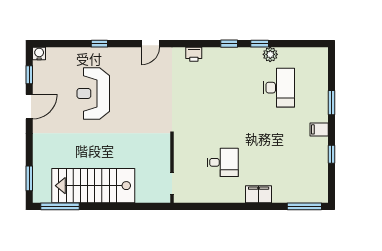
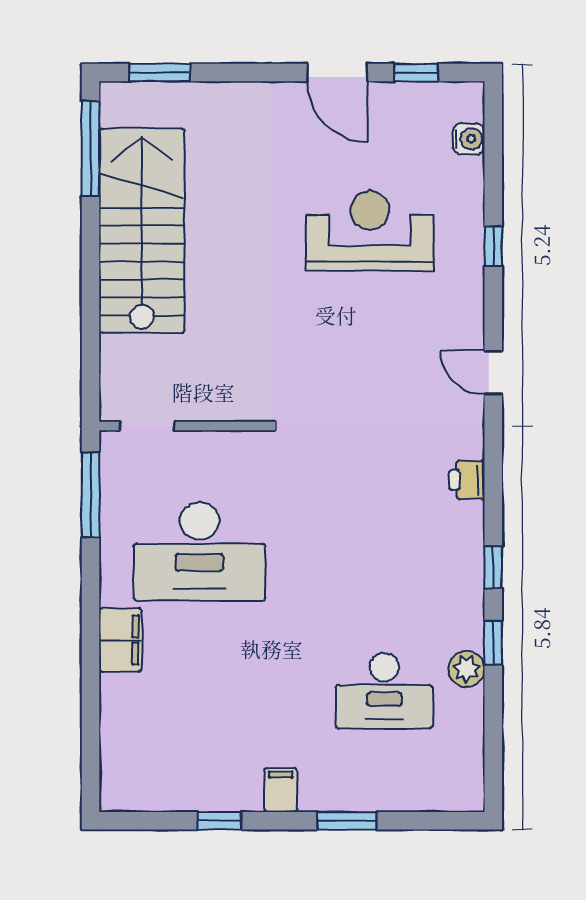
water cooler: (39, 53) -> (469, 139), moved
desk: (223, 162) -> (199, 551), width x1.87, depth x1.30
window: (304, 206) -> (90, 495), moved

